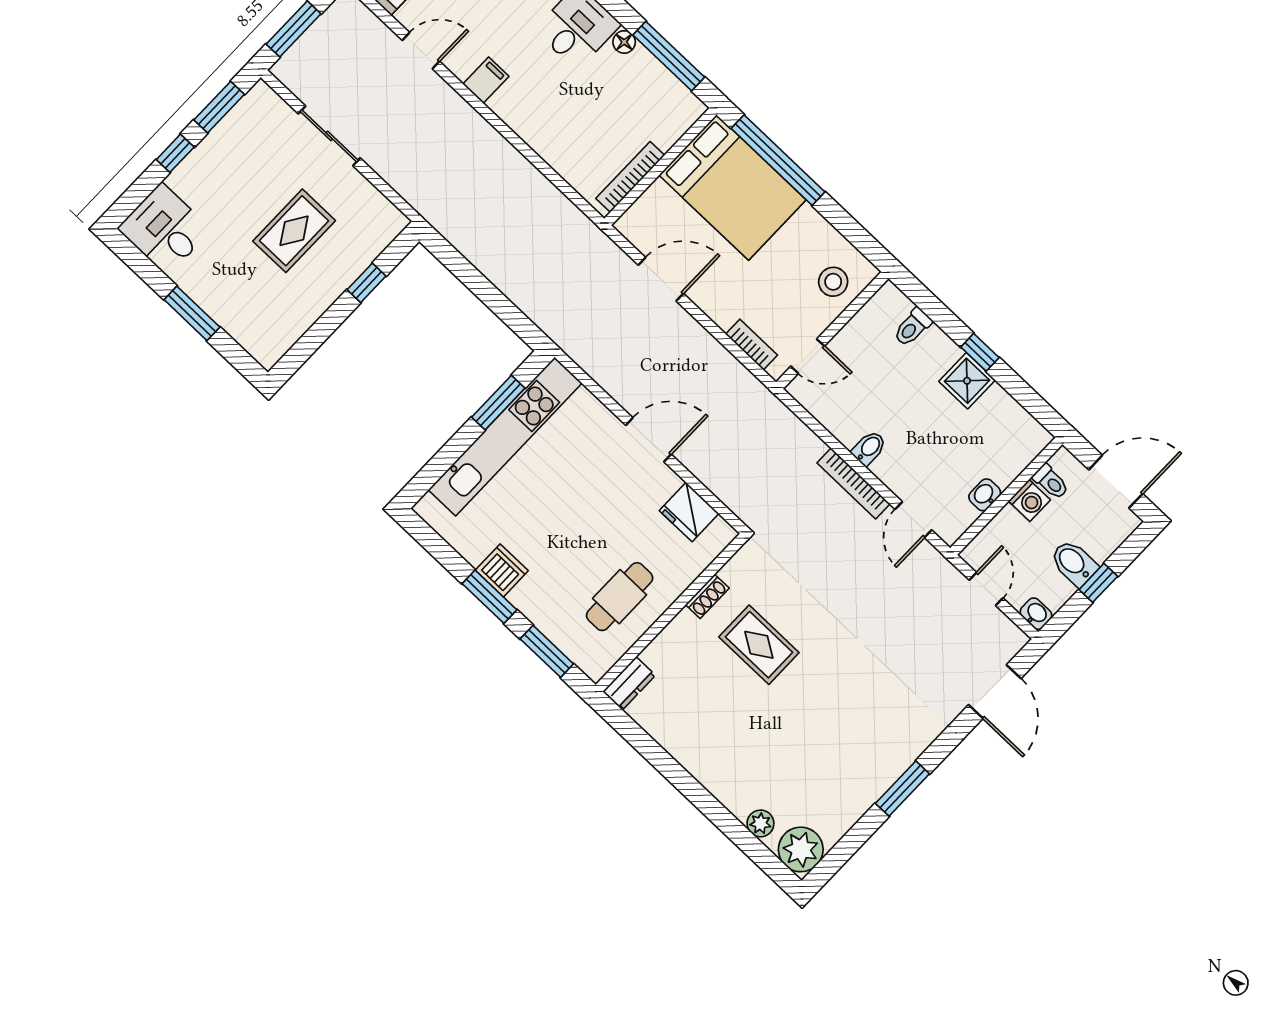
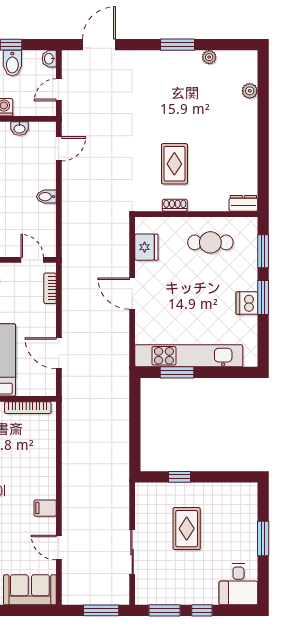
rug: (294, 231) -> (187, 529), turned 90
bookcase: (853, 483) -> (68, 189), removed
plant: (801, 849) -> (209, 57), moved, width x0.53, depth x0.53

